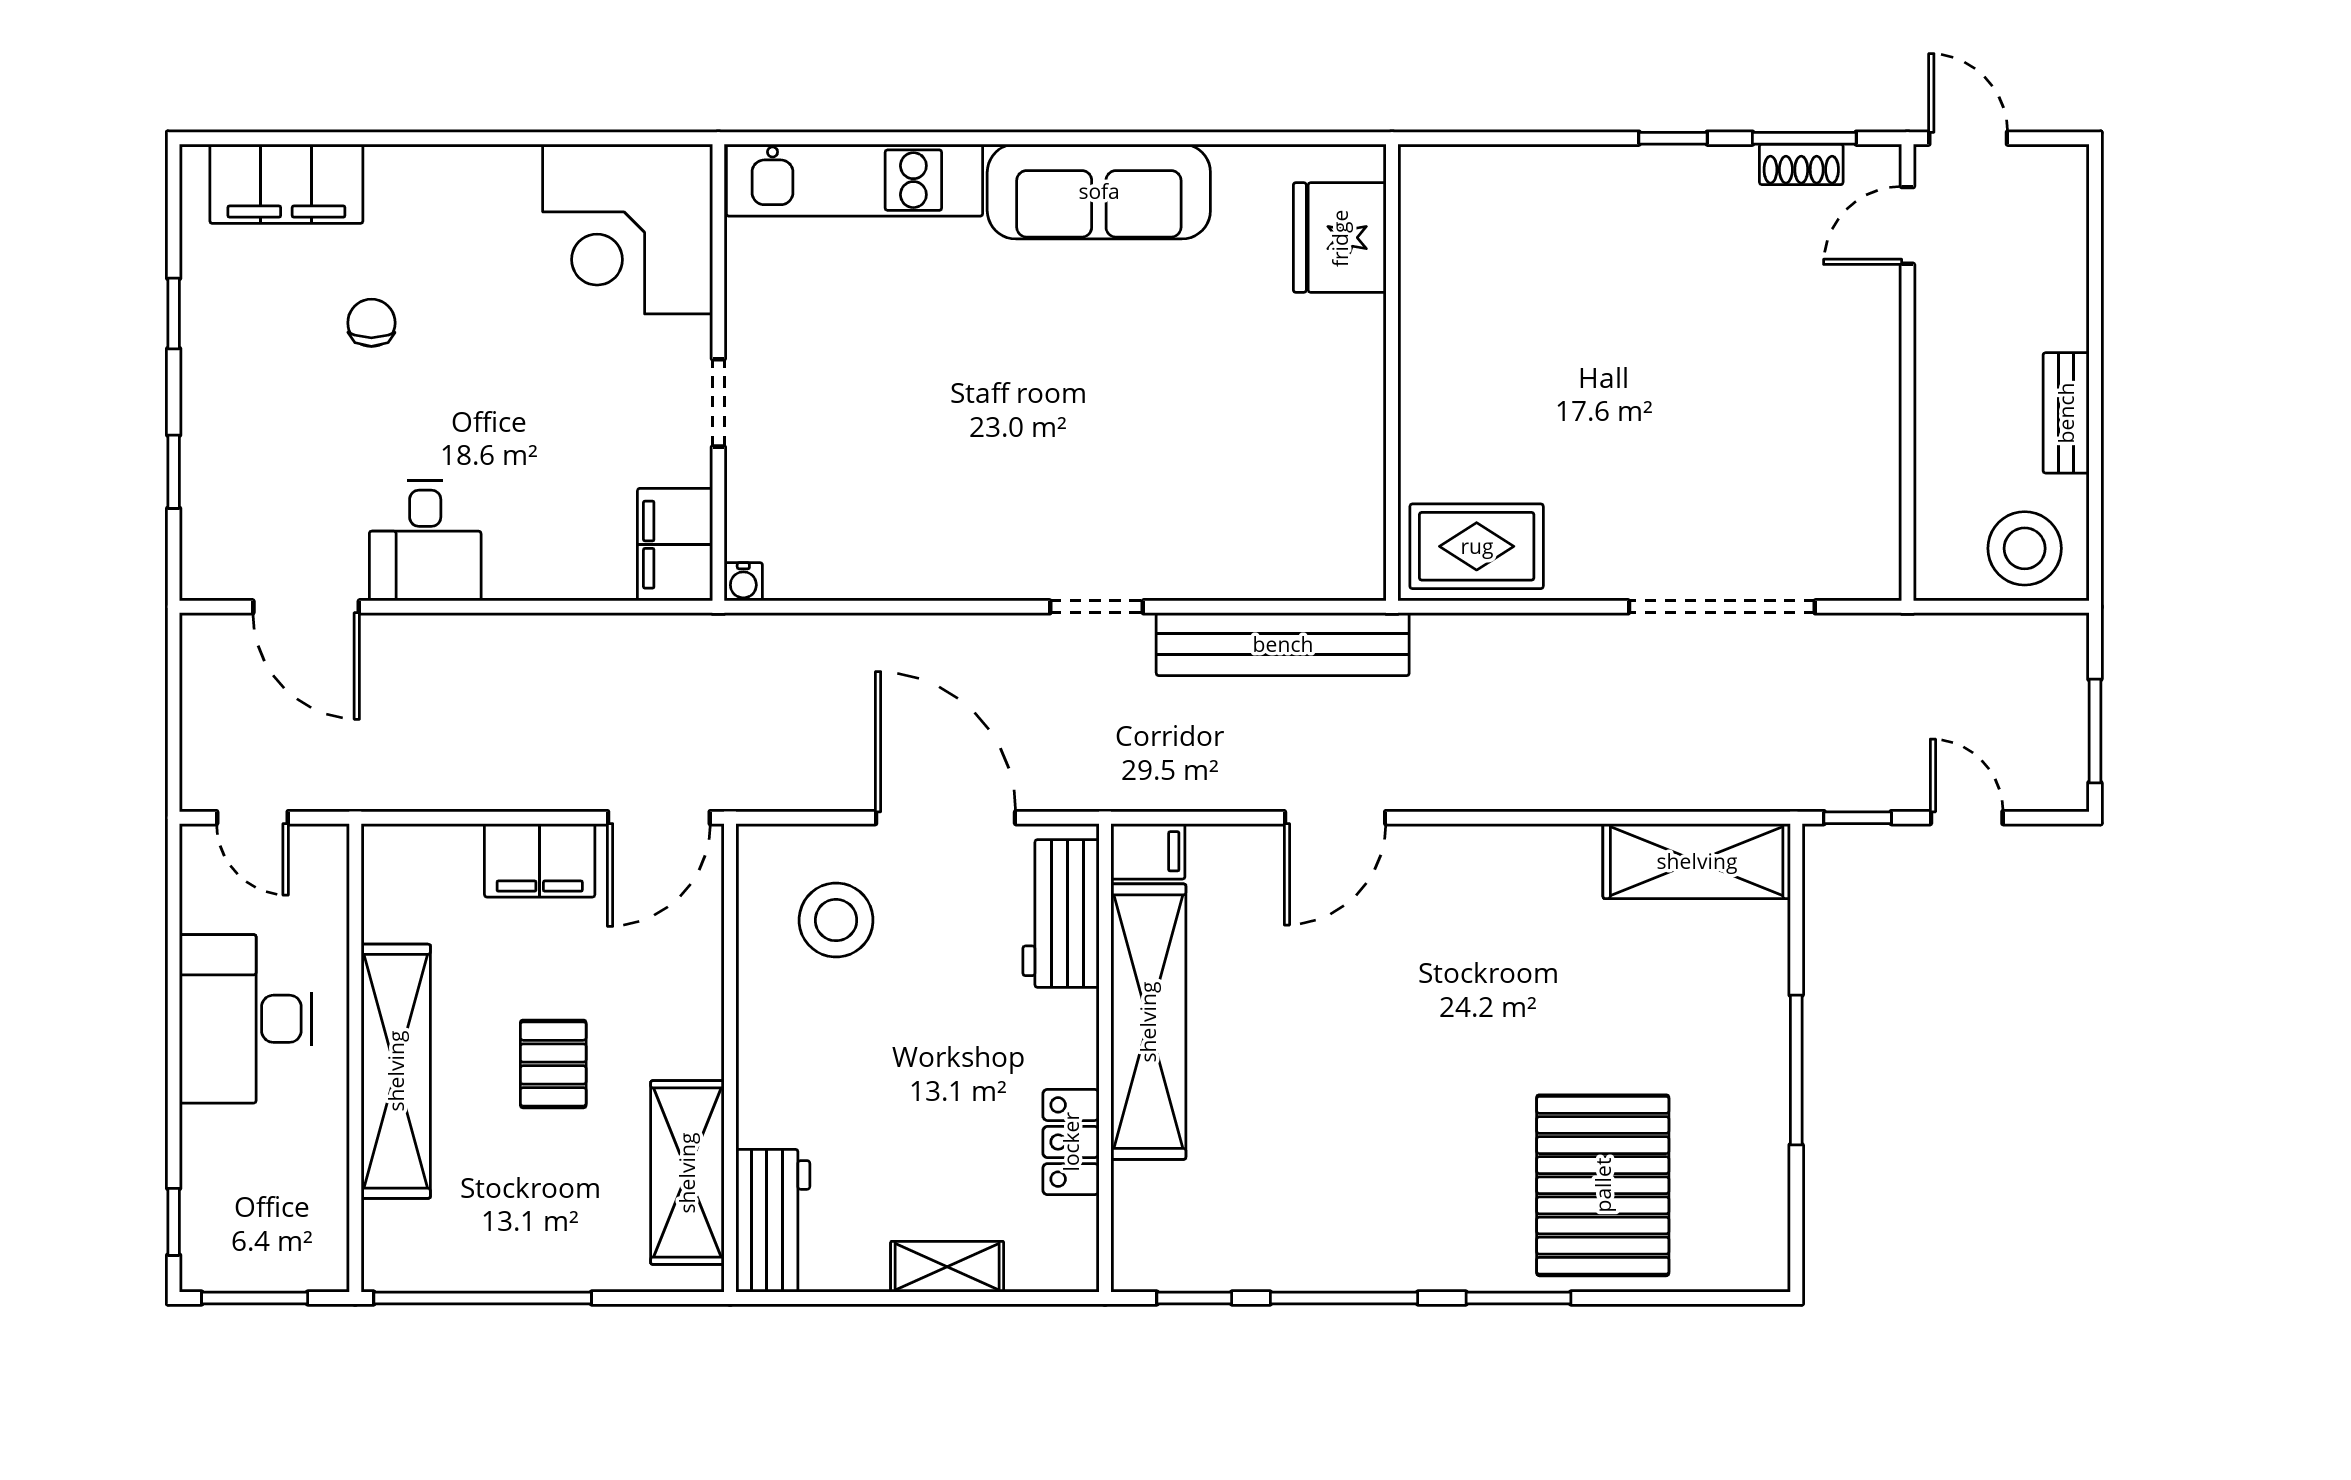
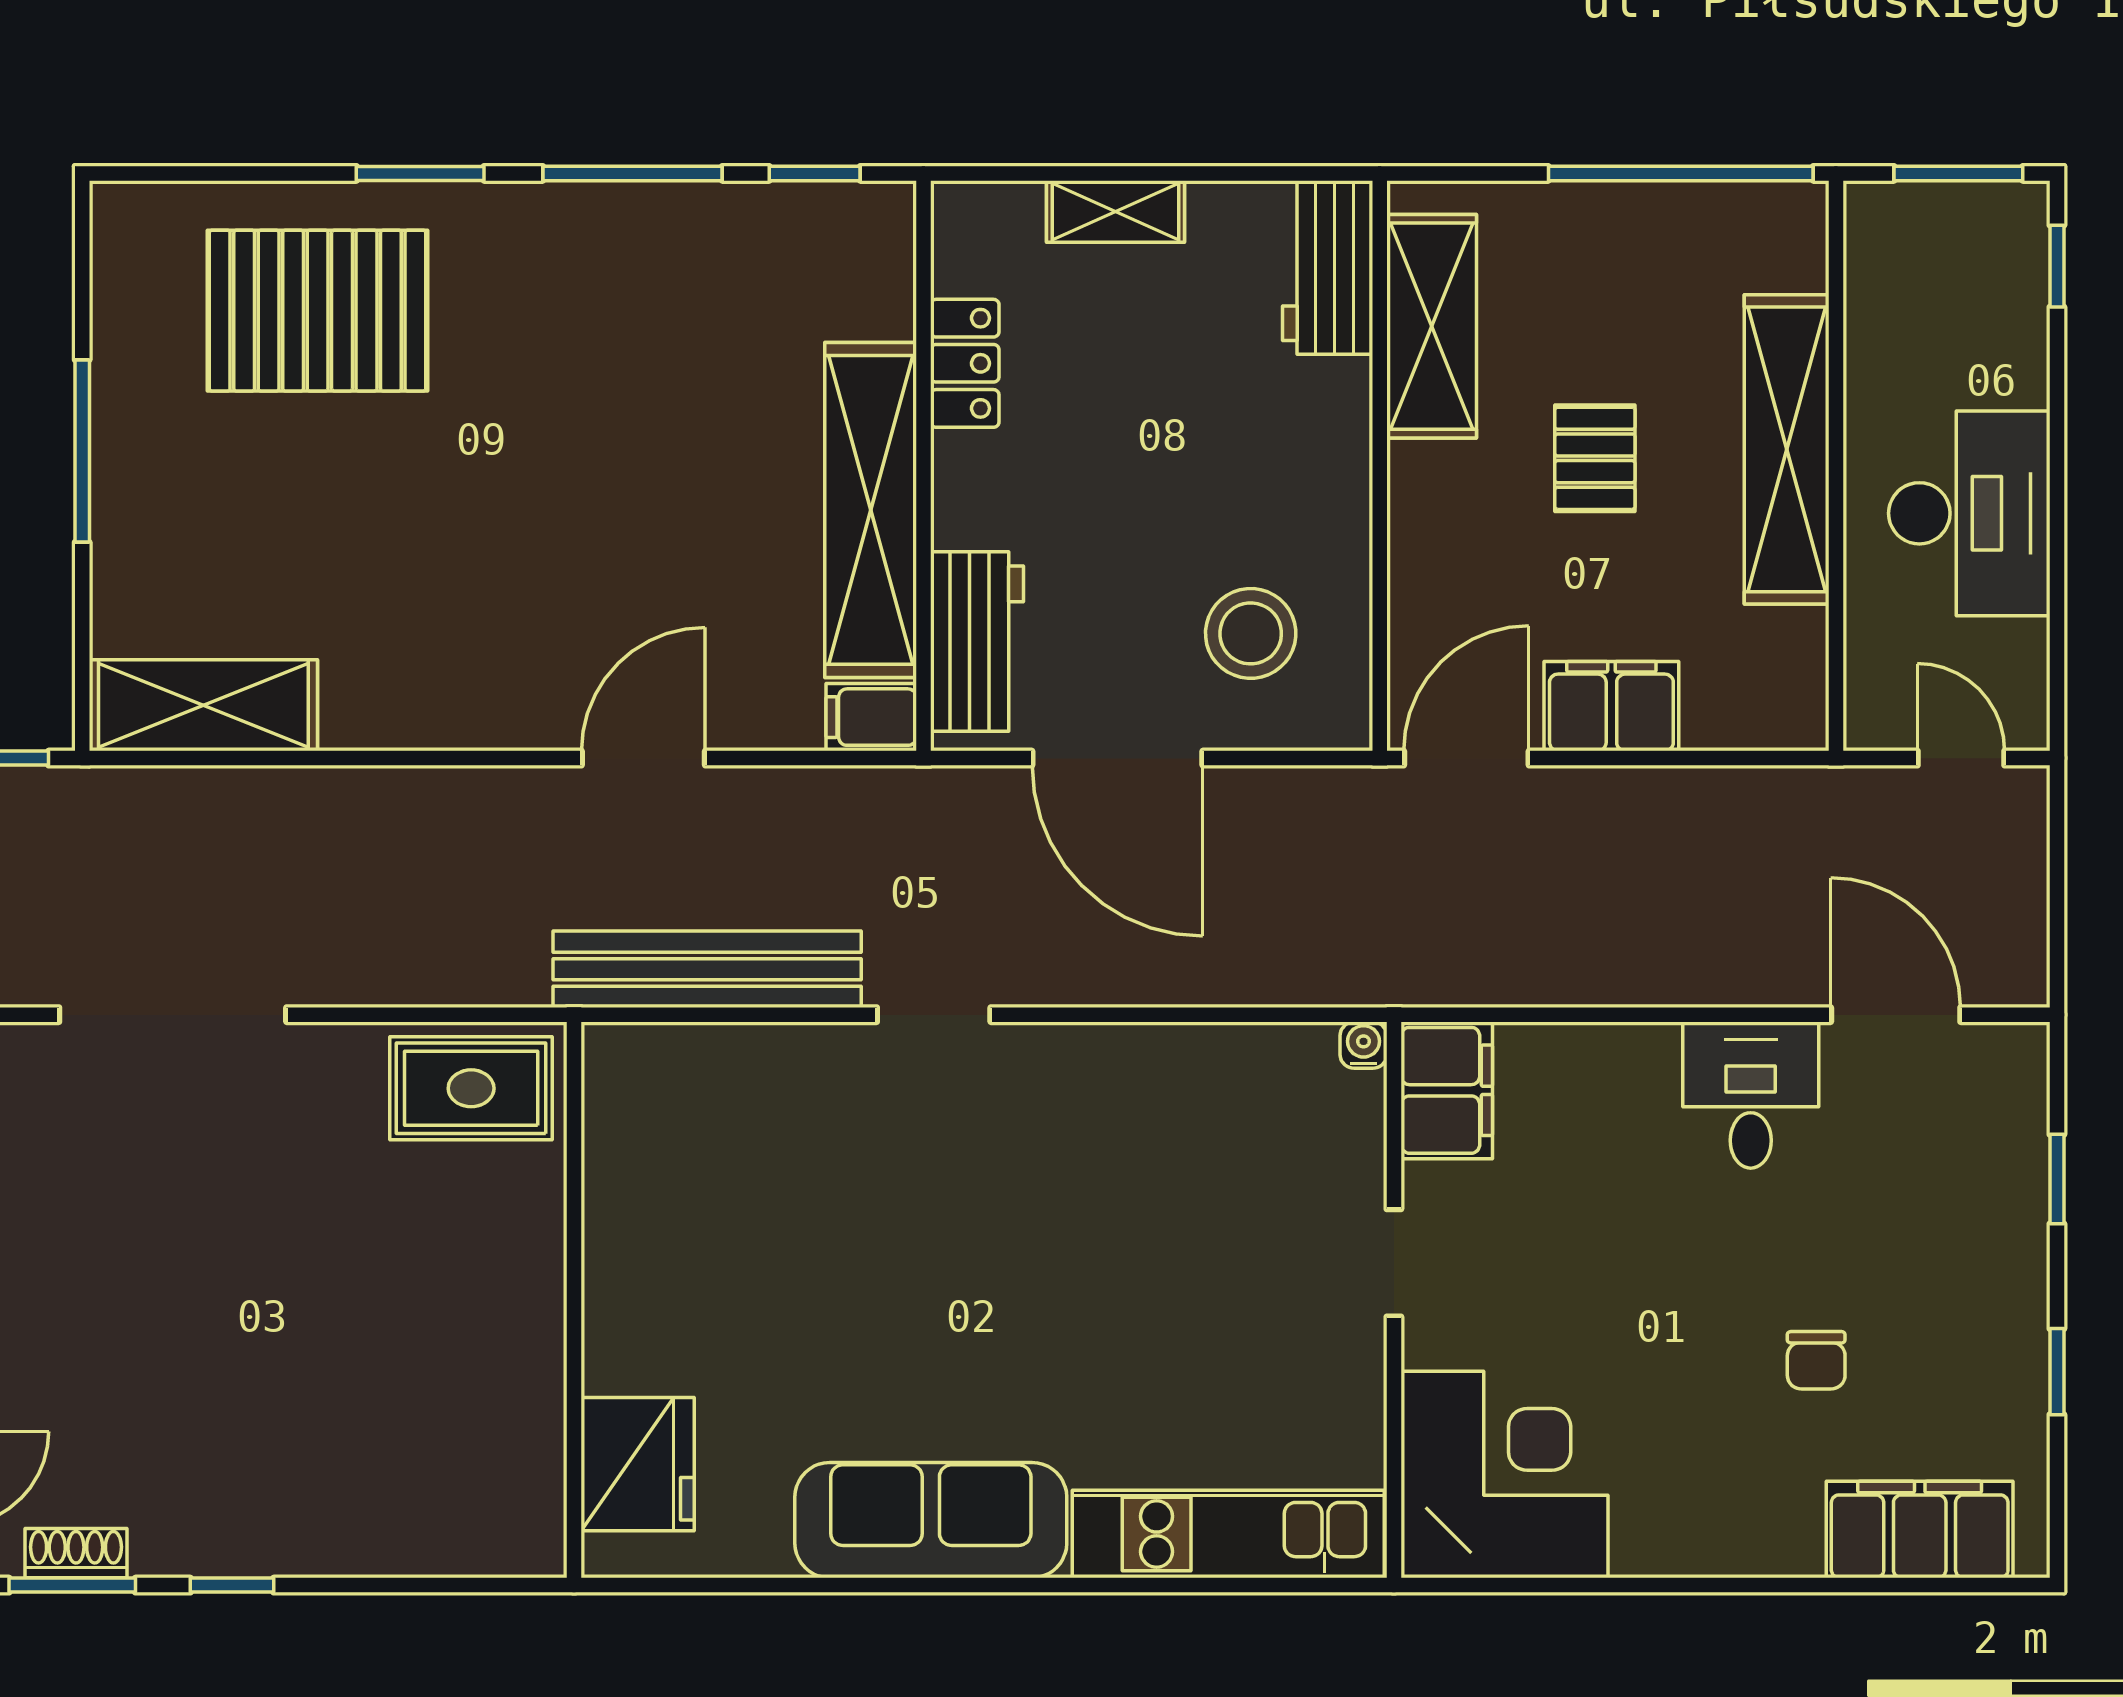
pallet: (1603, 1185) -> (318, 311), turned 90

